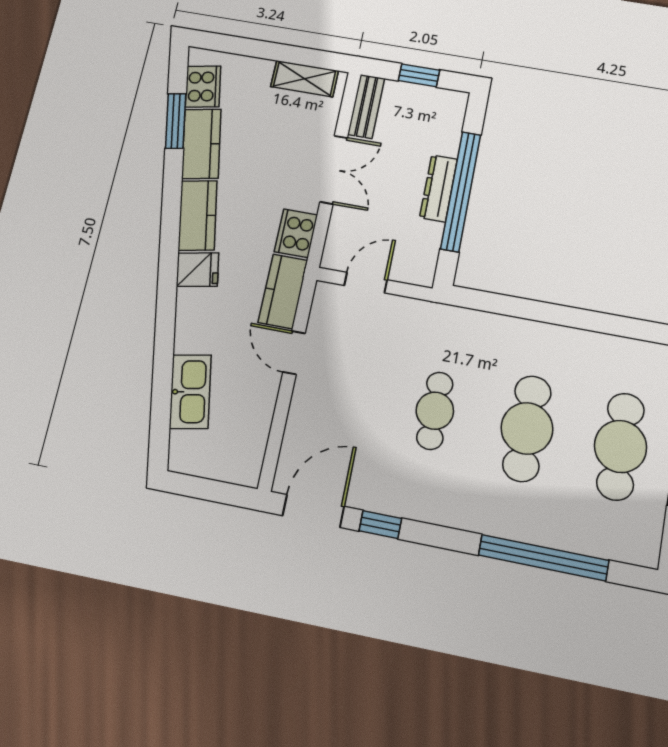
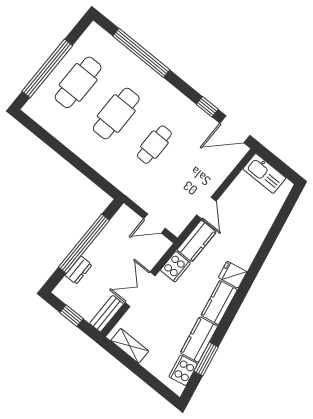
dresser: (439, 188) -> (79, 270), moved, width x0.70
kitchen sink: (190, 392) -> (264, 173), moved, turned -79

